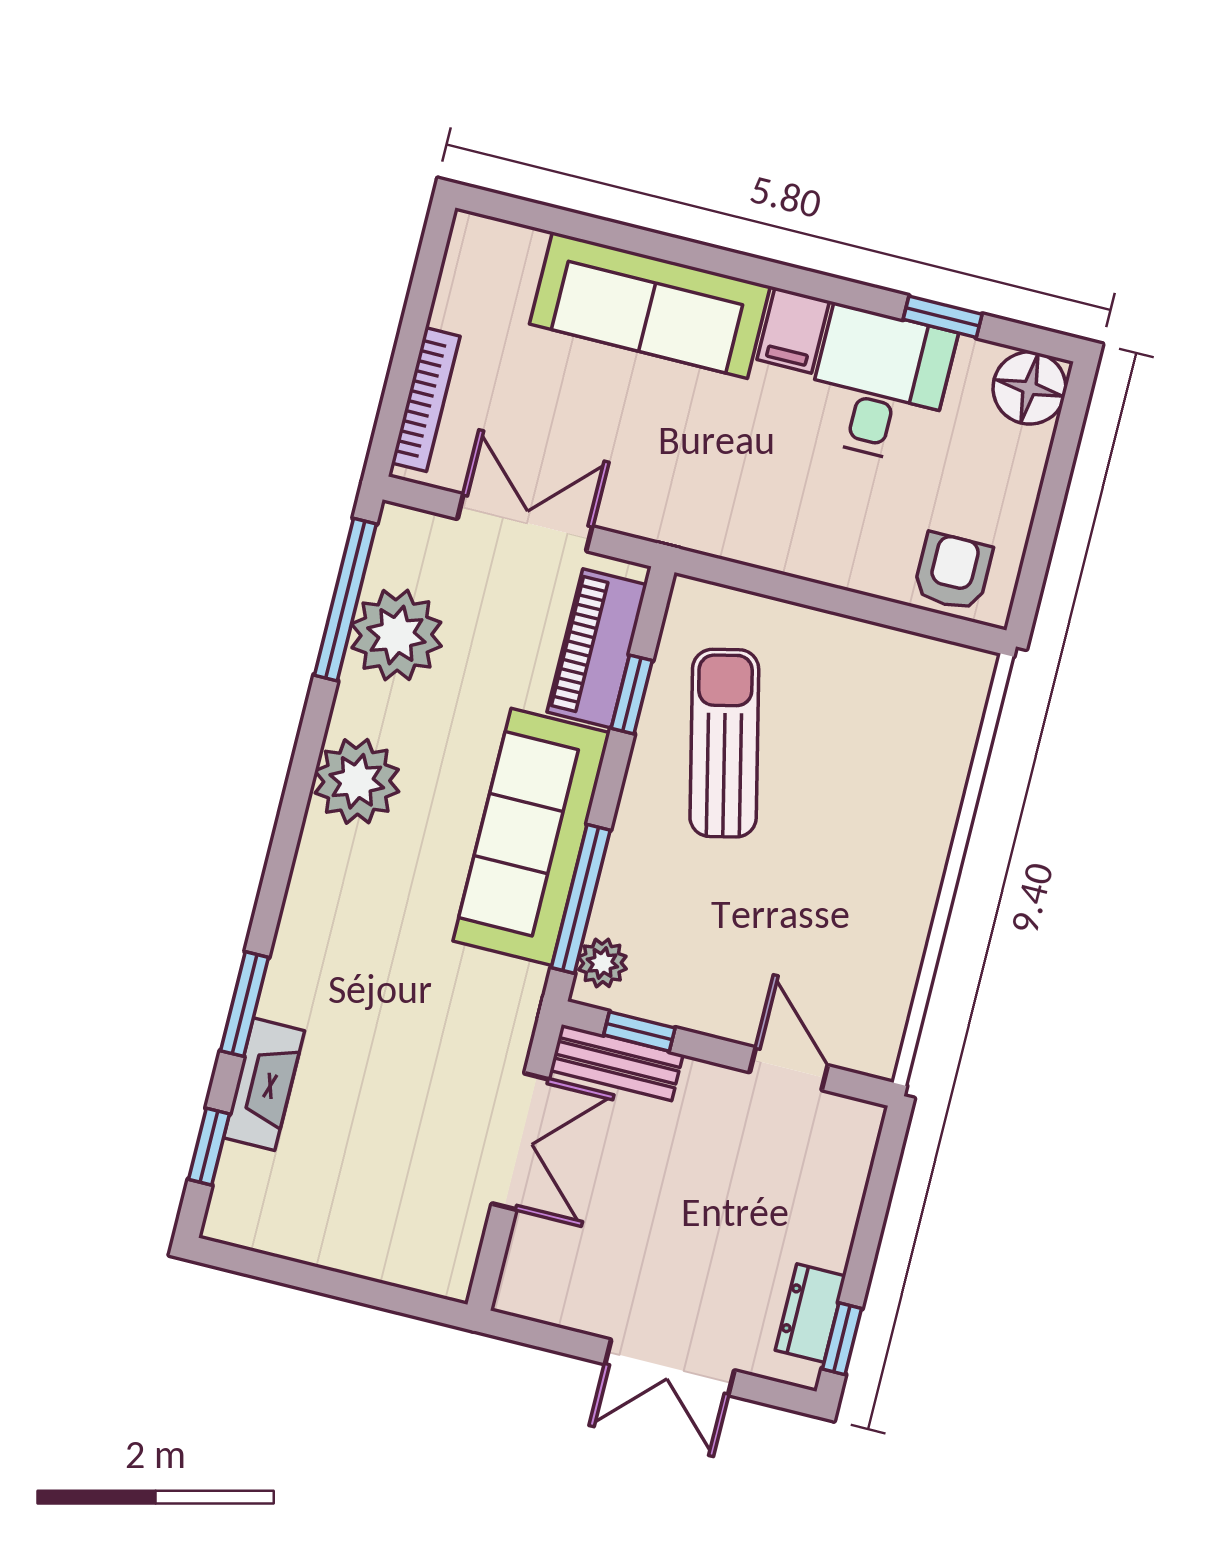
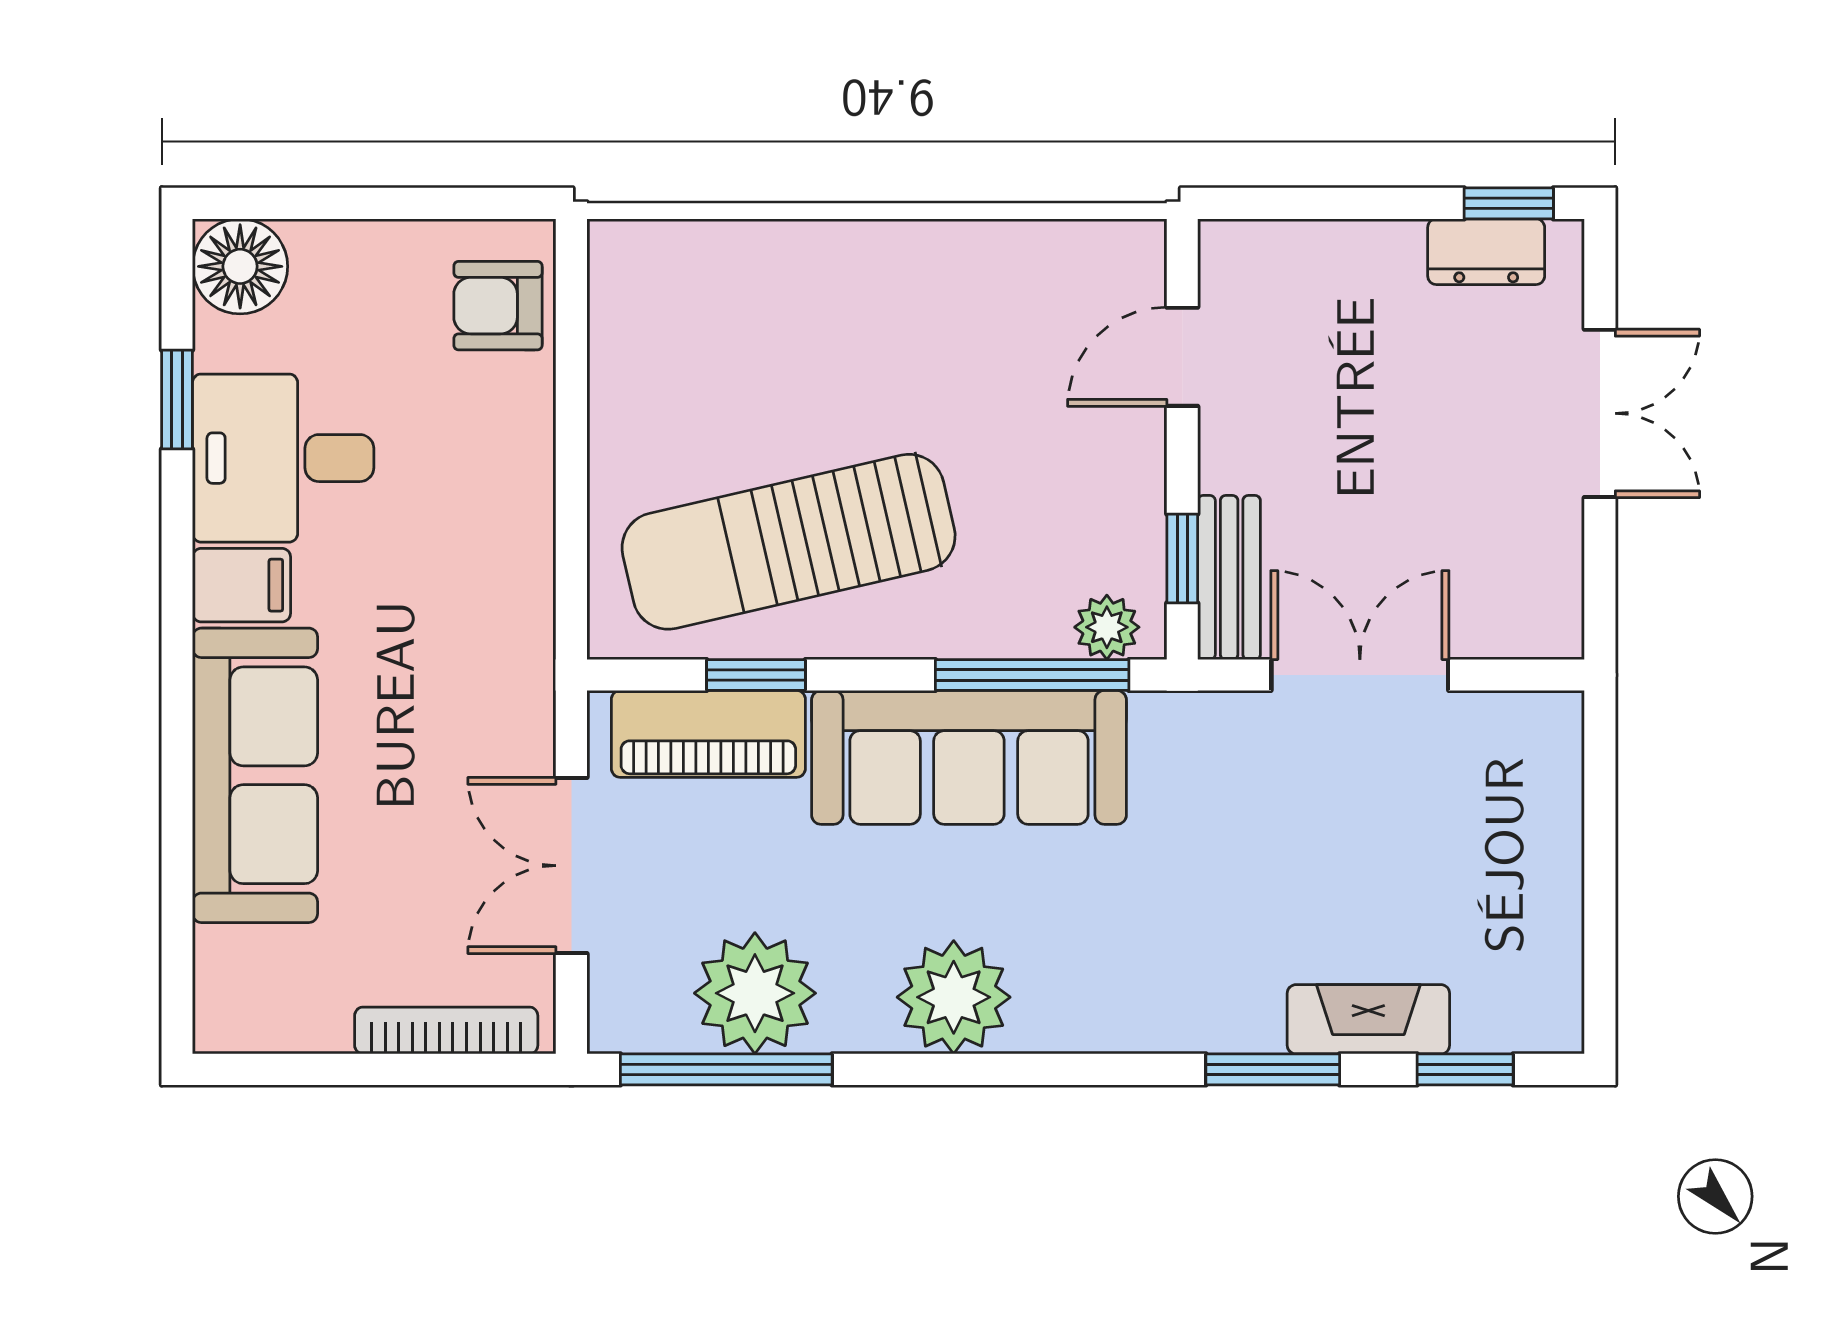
sun lounger: (724, 743) -> (789, 542), width x1.36, depth x1.34

